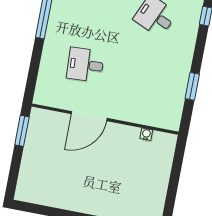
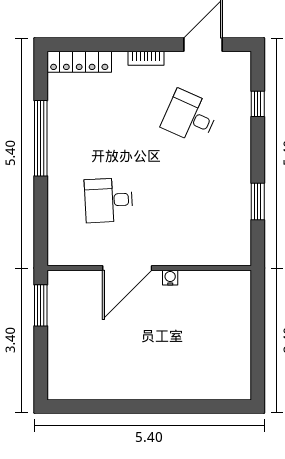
water cooler: (146, 134) -> (170, 278), moved

